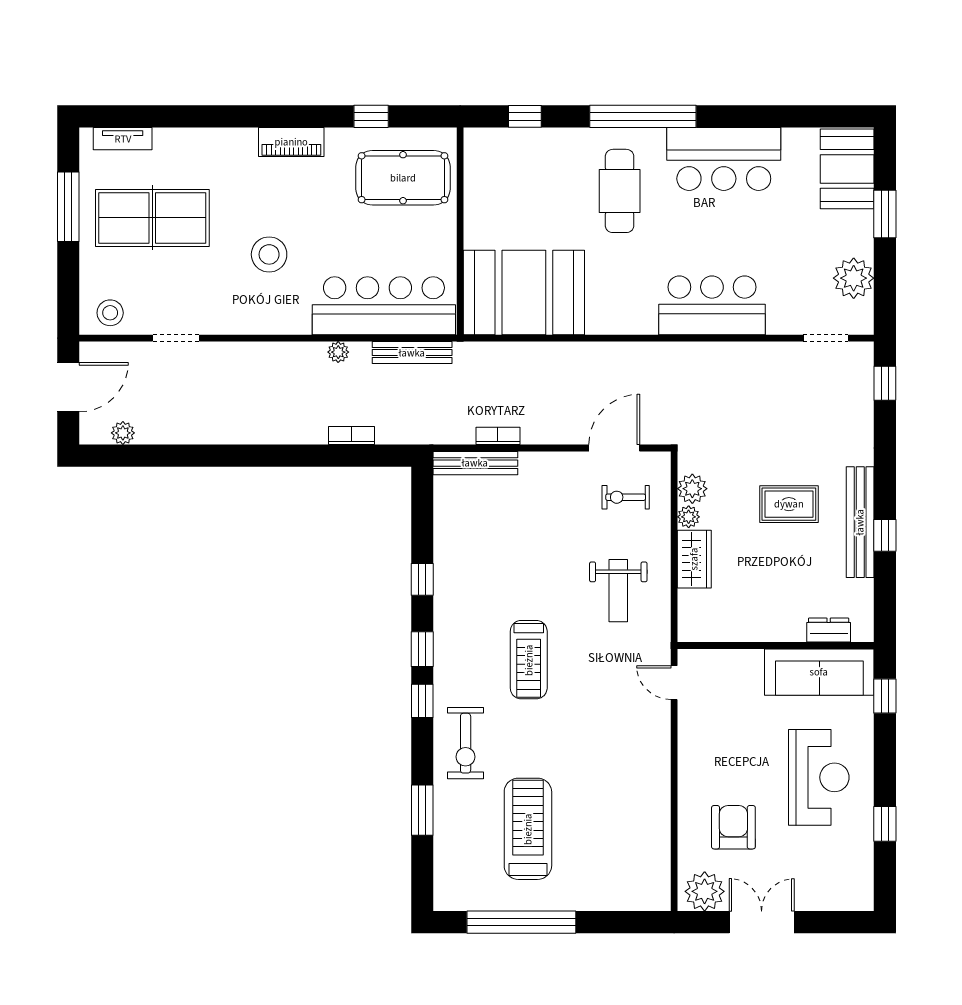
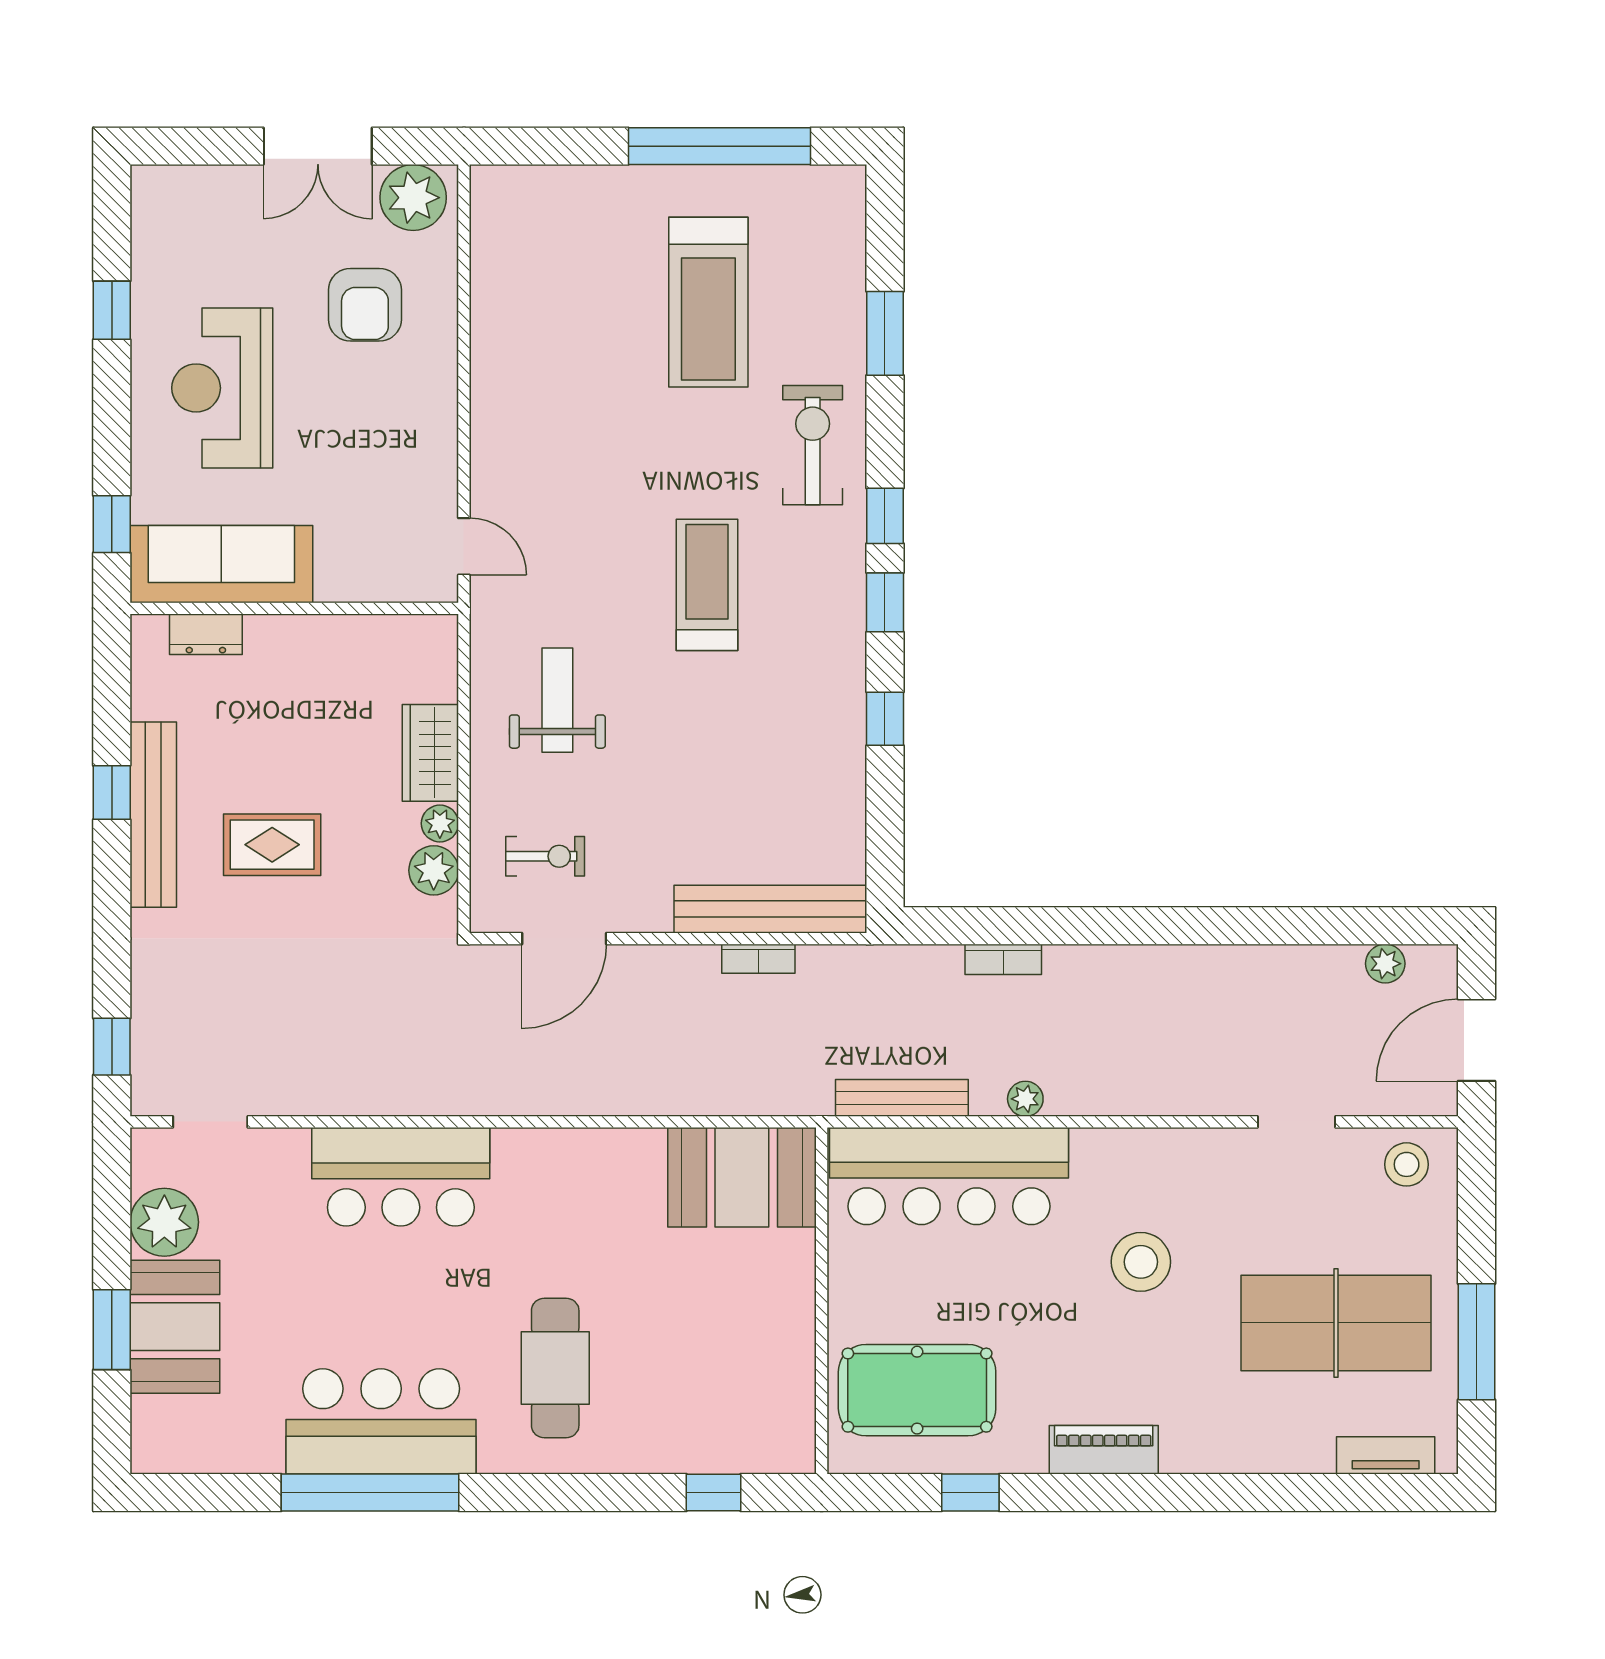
window: (643, 116) -> (370, 1492), moved
booth: (847, 169) -> (175, 1327), moved
booth: (524, 293) -> (742, 1177), width x0.73, depth x0.70
bench: (475, 463) -> (770, 909), width x1.37, depth x1.21

